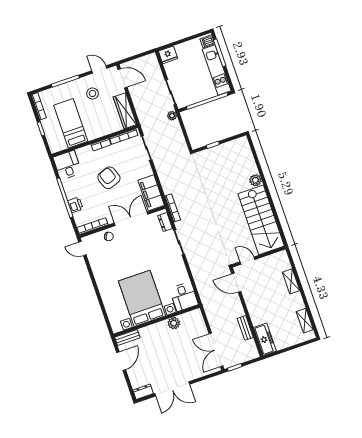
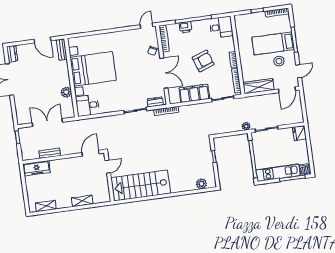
bed: (71, 123) -> (273, 43), moved, turned 180
plant: (255, 180) -> (201, 184), moved
filing cabinet: (151, 193) -> (194, 93), moved
double door: (216, 350) -> (47, 123), moved

